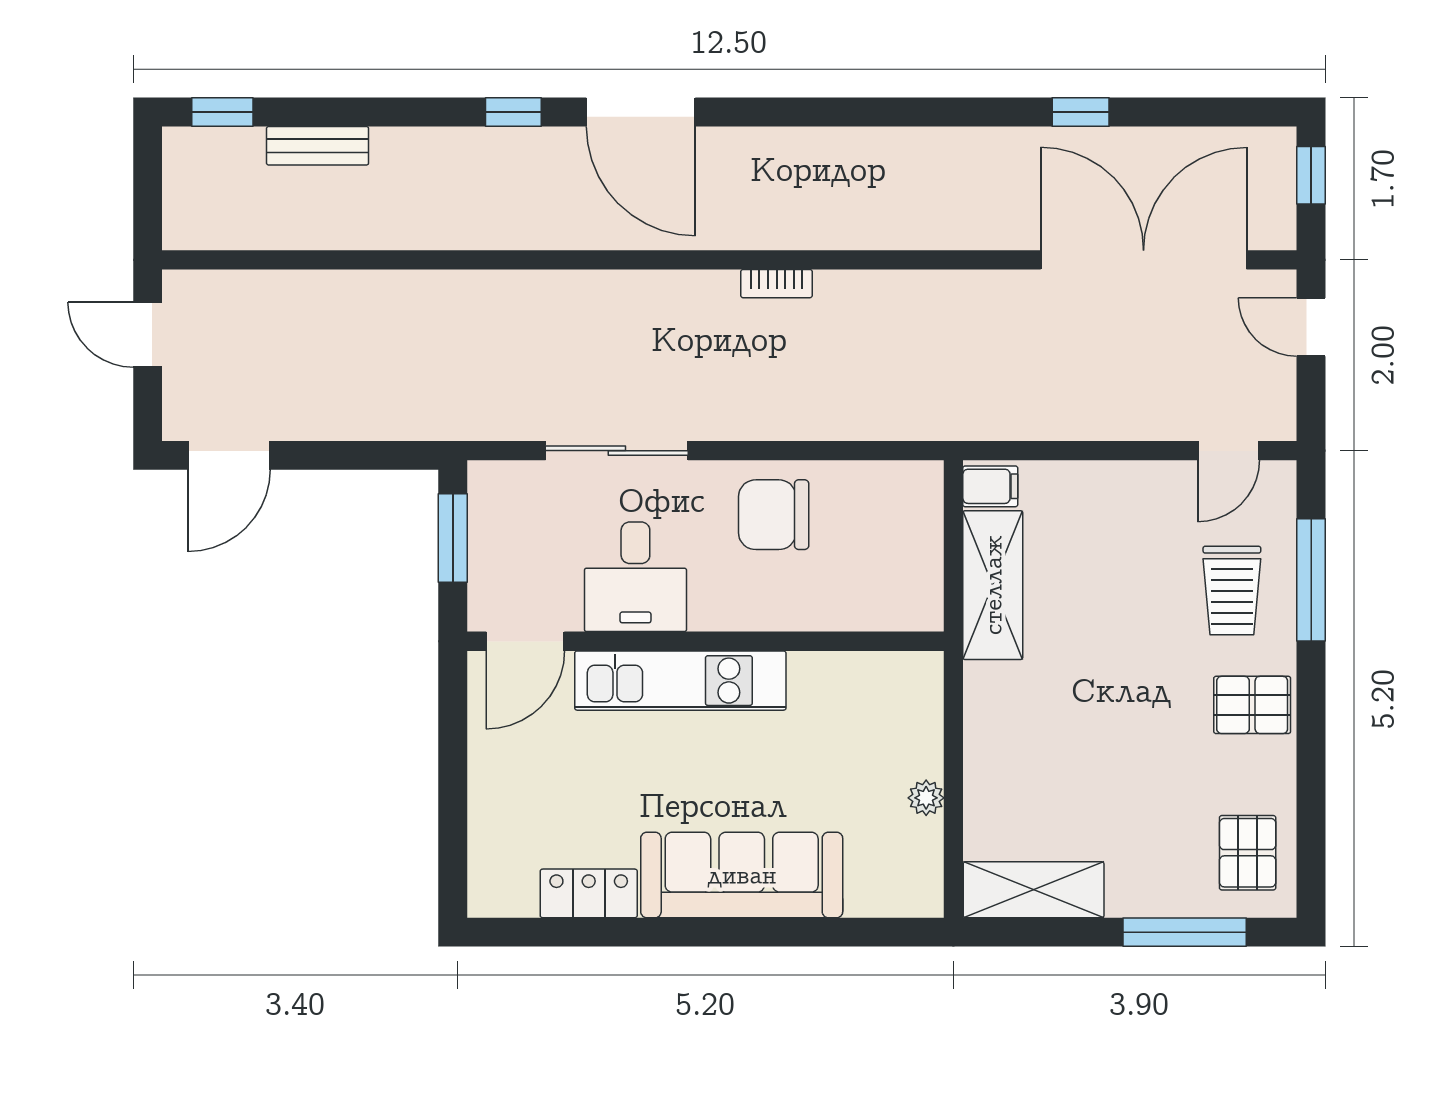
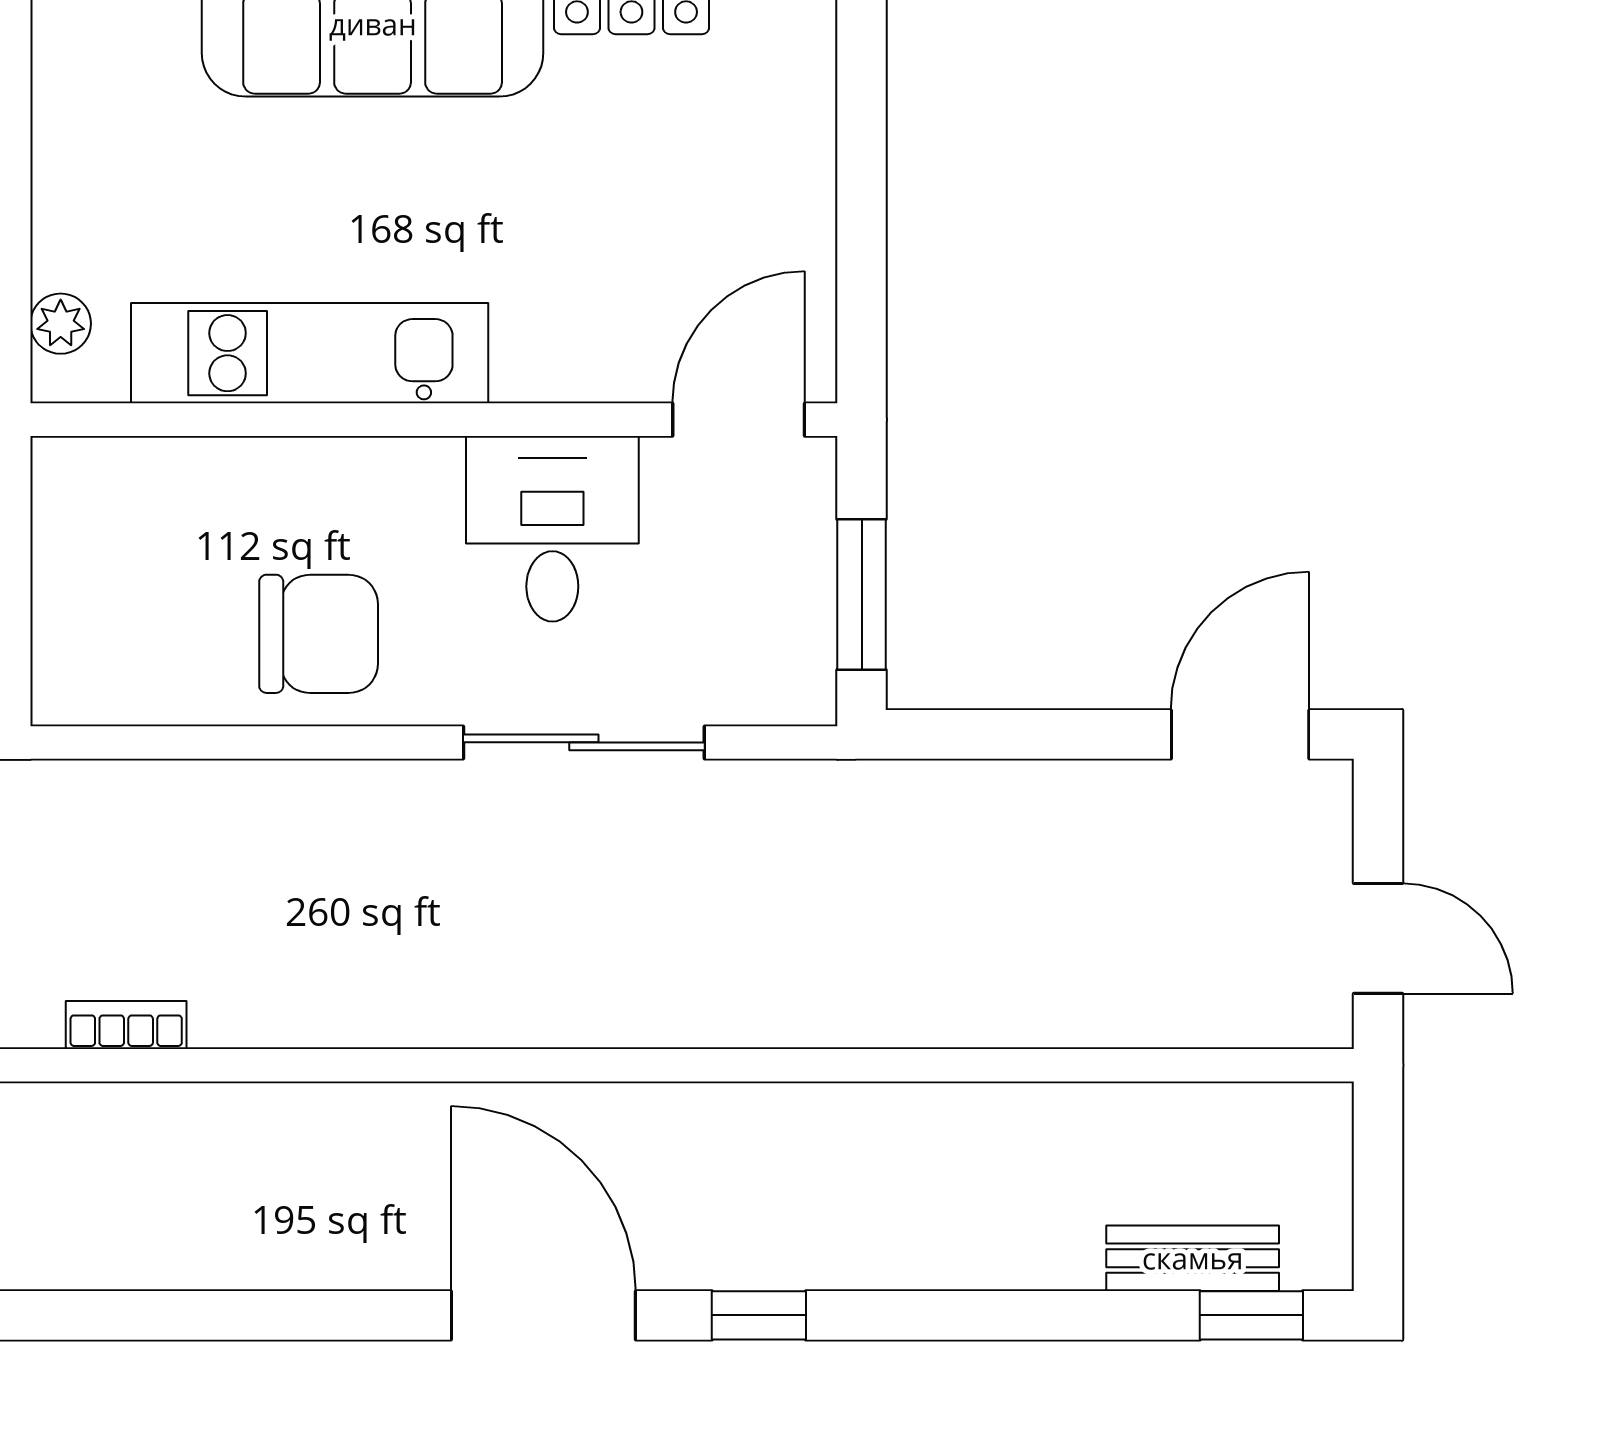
bench: (318, 146) -> (1193, 1258), moved
bookcase: (777, 284) -> (126, 1025), moved
kitchen unit: (680, 681) -> (310, 353), moved
plant: (926, 798) -> (61, 324), moved

